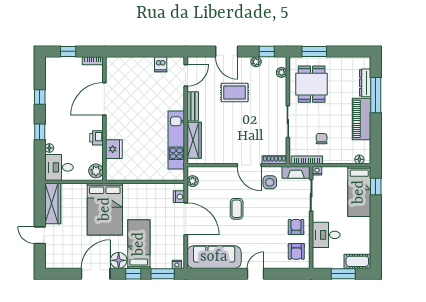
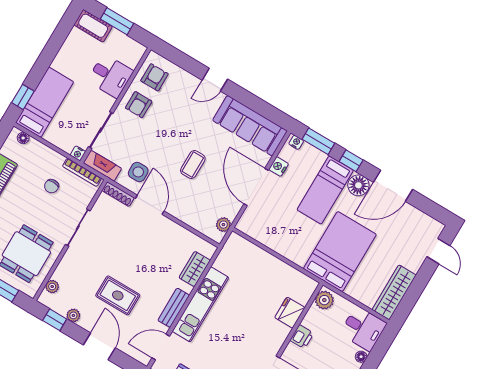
kitchen unit: (176, 140) -> (200, 304), moved
wardrobe: (194, 140) -> (195, 269), width x0.67
nightstand: (179, 197) -> (279, 167), moved
door: (40, 235) -> (438, 251), moved

